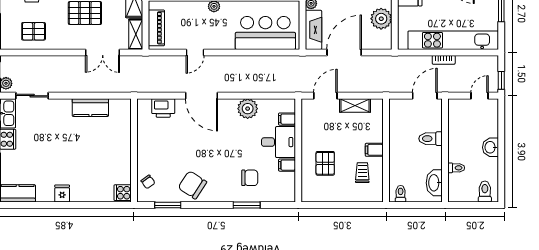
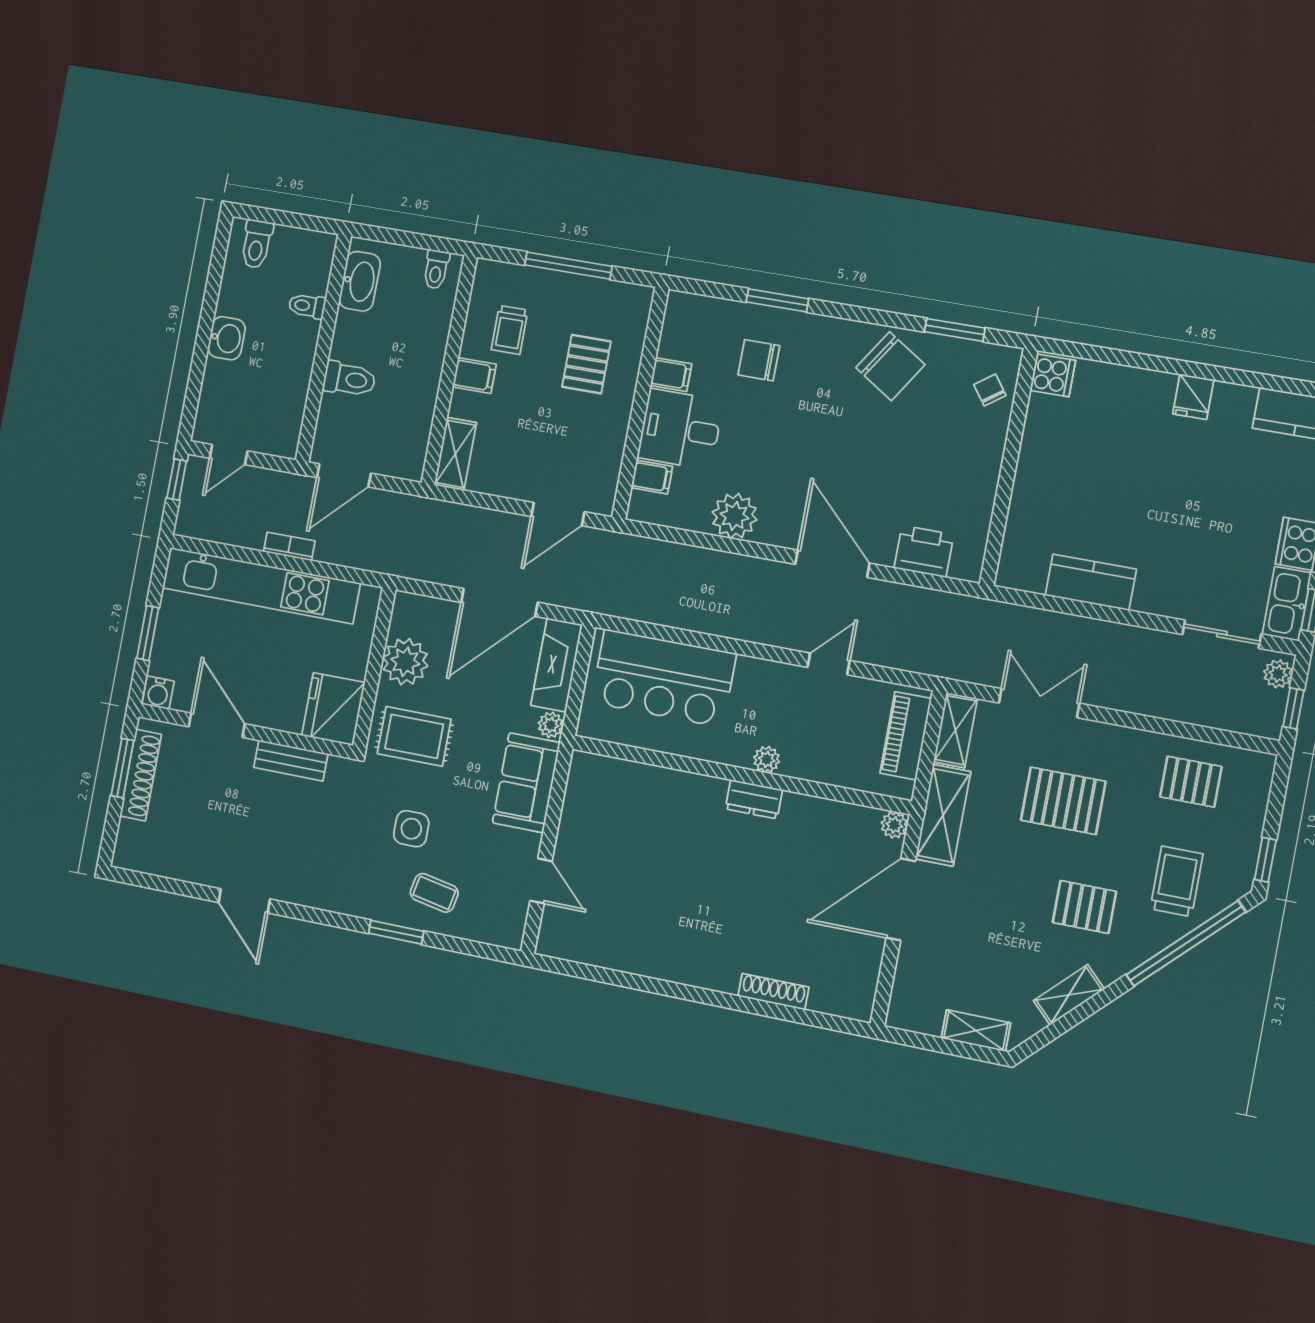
shelving: (355, 105) -> (455, 454), moved, turned 90
window: (341, 205) -> (568, 266), added

